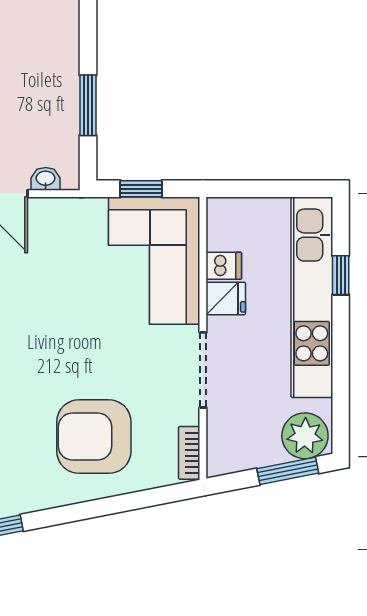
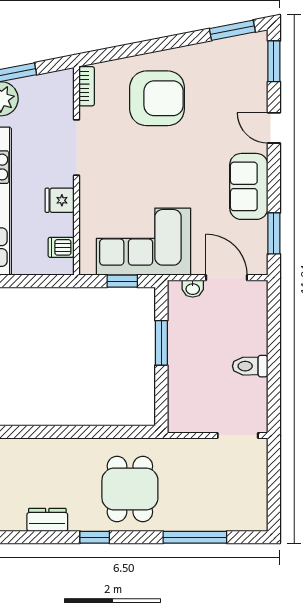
corner sofa: (154, 261) -> (144, 242), moved, turned -90
dishwasher: (224, 266) -> (61, 247), moved

